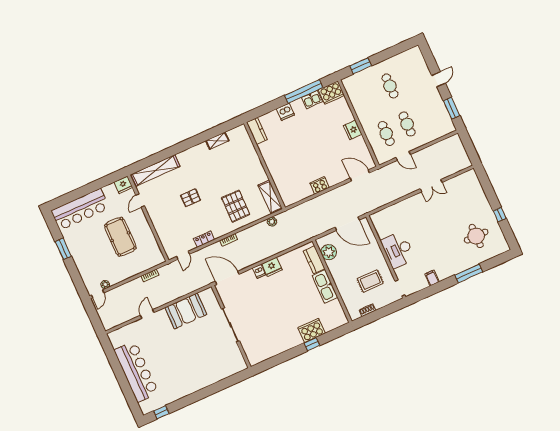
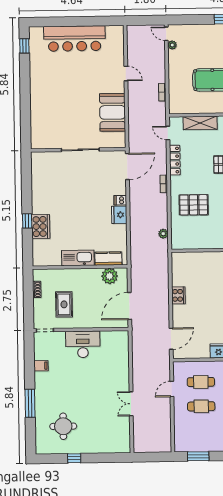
shelving: (270, 197) -> (200, 123), moved
locker: (204, 239) -> (175, 160), width x1.53

